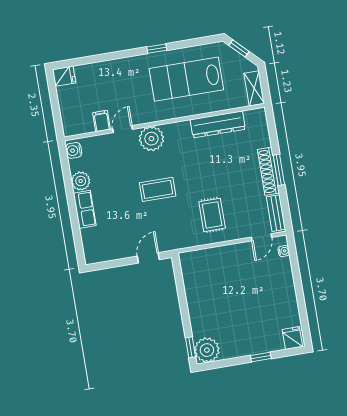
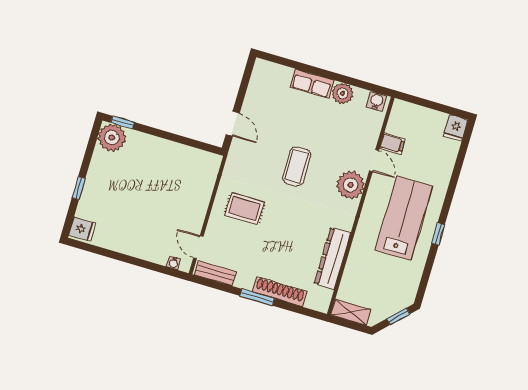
lab bench: (186, 79) -> (404, 218), moved
shoe rack: (268, 171) -> (280, 292), moved

